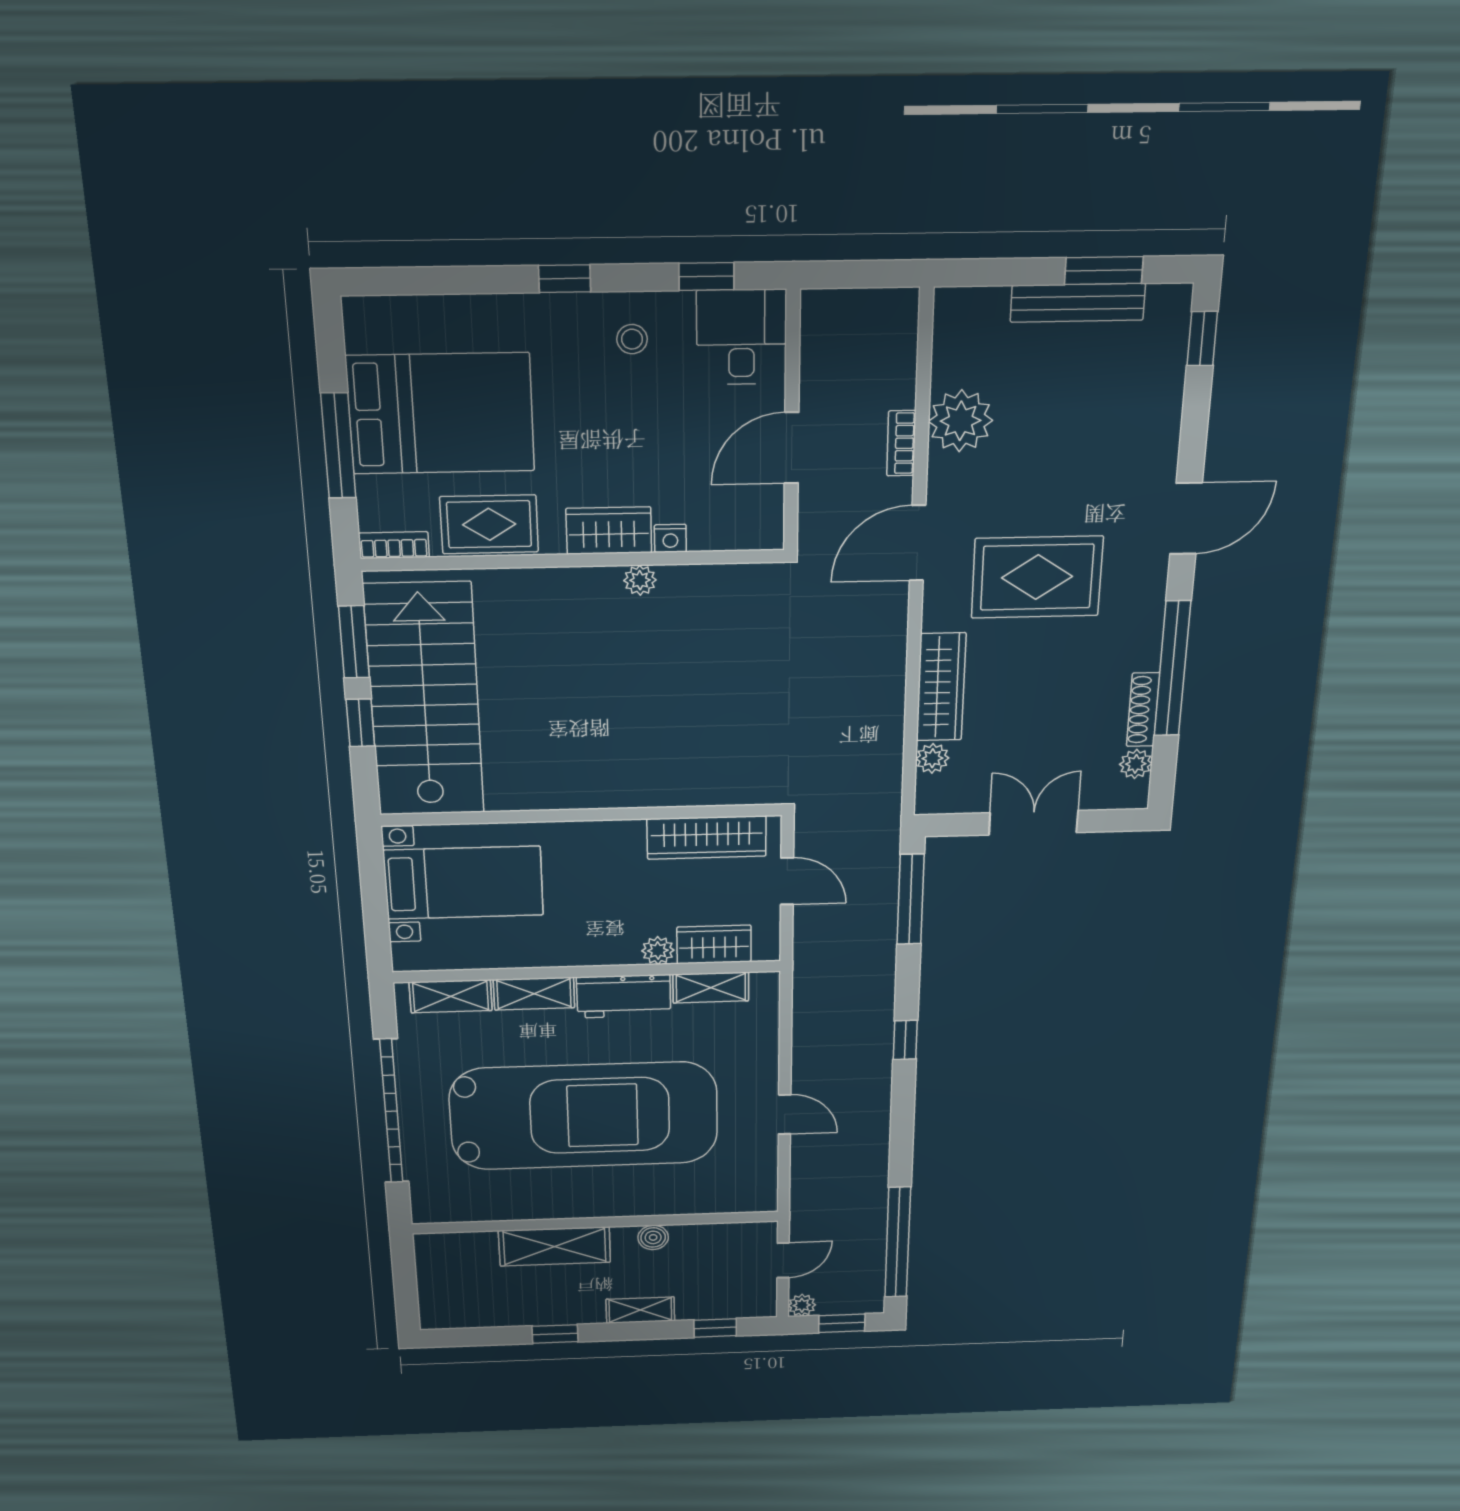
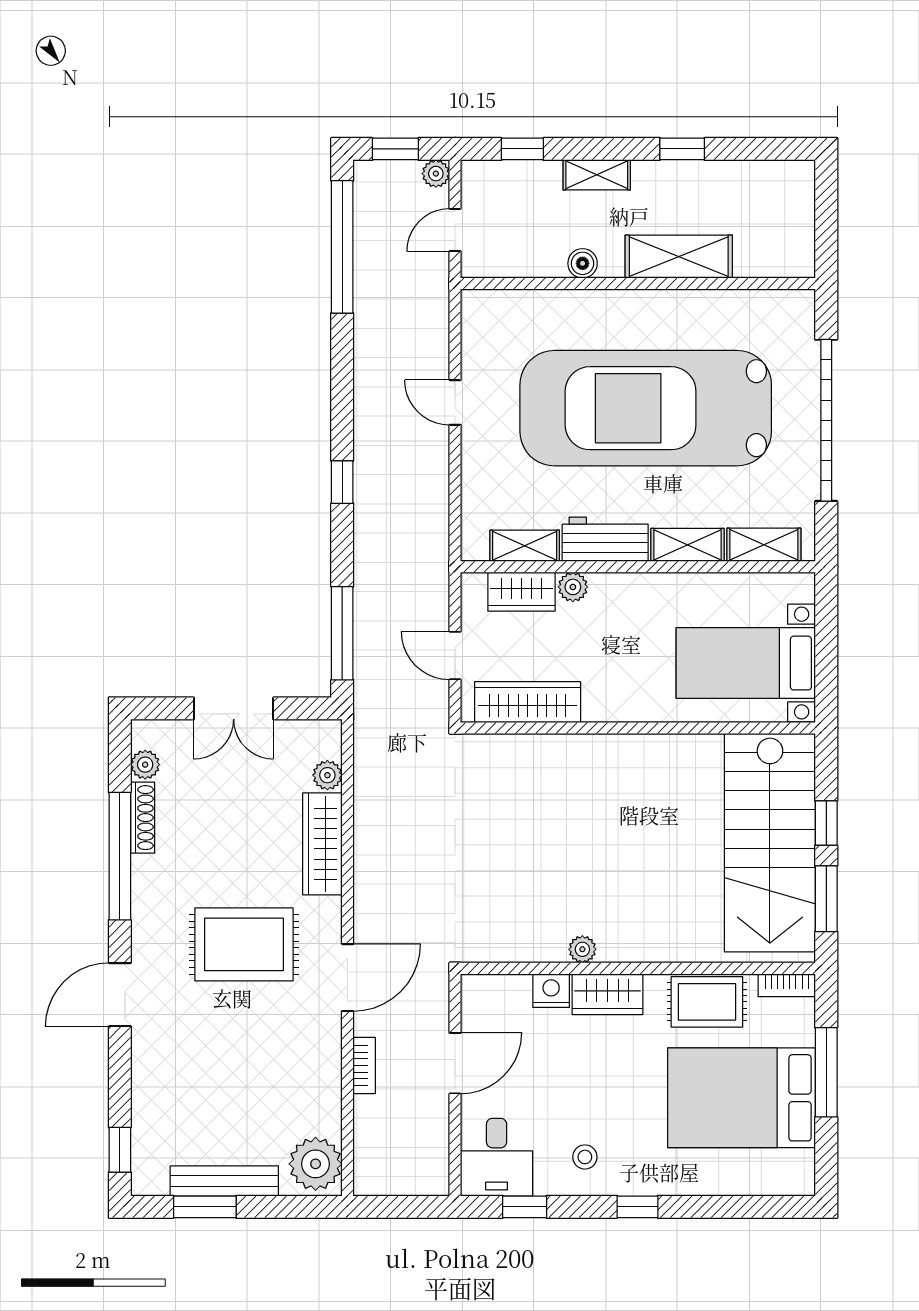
plant: (961, 421) -> (316, 1164), moved
nightstand: (670, 538) -> (551, 991), width x1.39, depth x1.35

